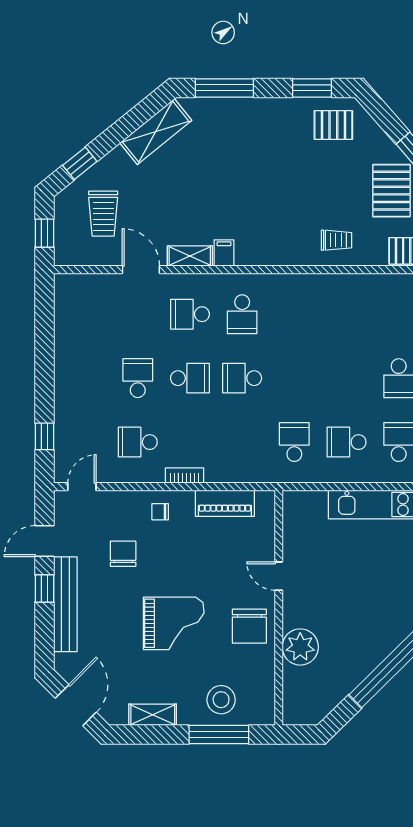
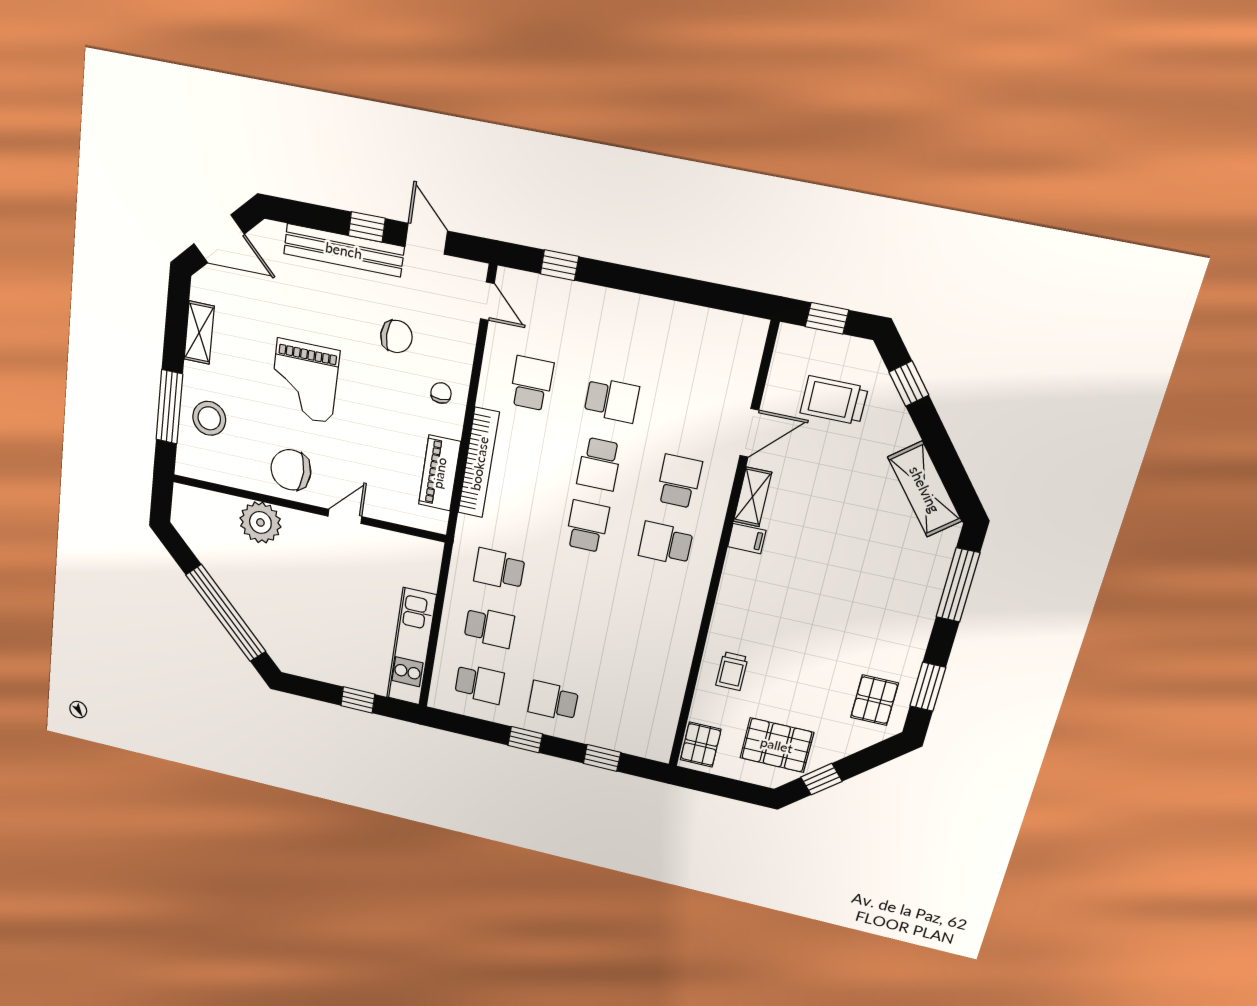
school desk: (294, 442) -> (499, 569), turned 180
school desk: (347, 442) -> (489, 627), turned 90
bookcase: (185, 476) -> (479, 463), width x2.31, depth x1.31

